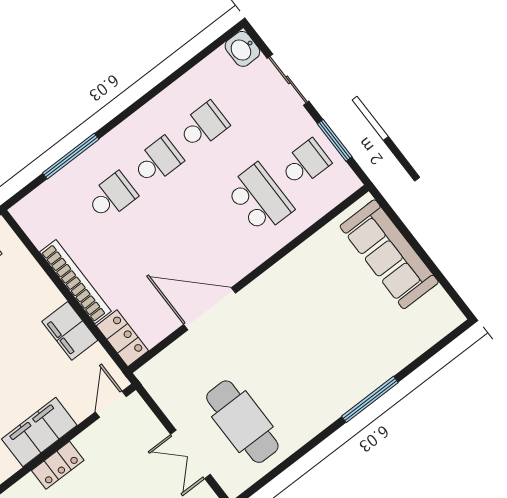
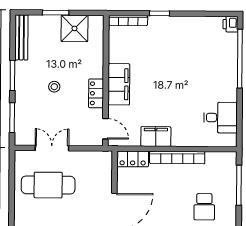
window: (71, 156) -> (239, 185), moved
locker: (58, 465) -> (96, 93), moved

